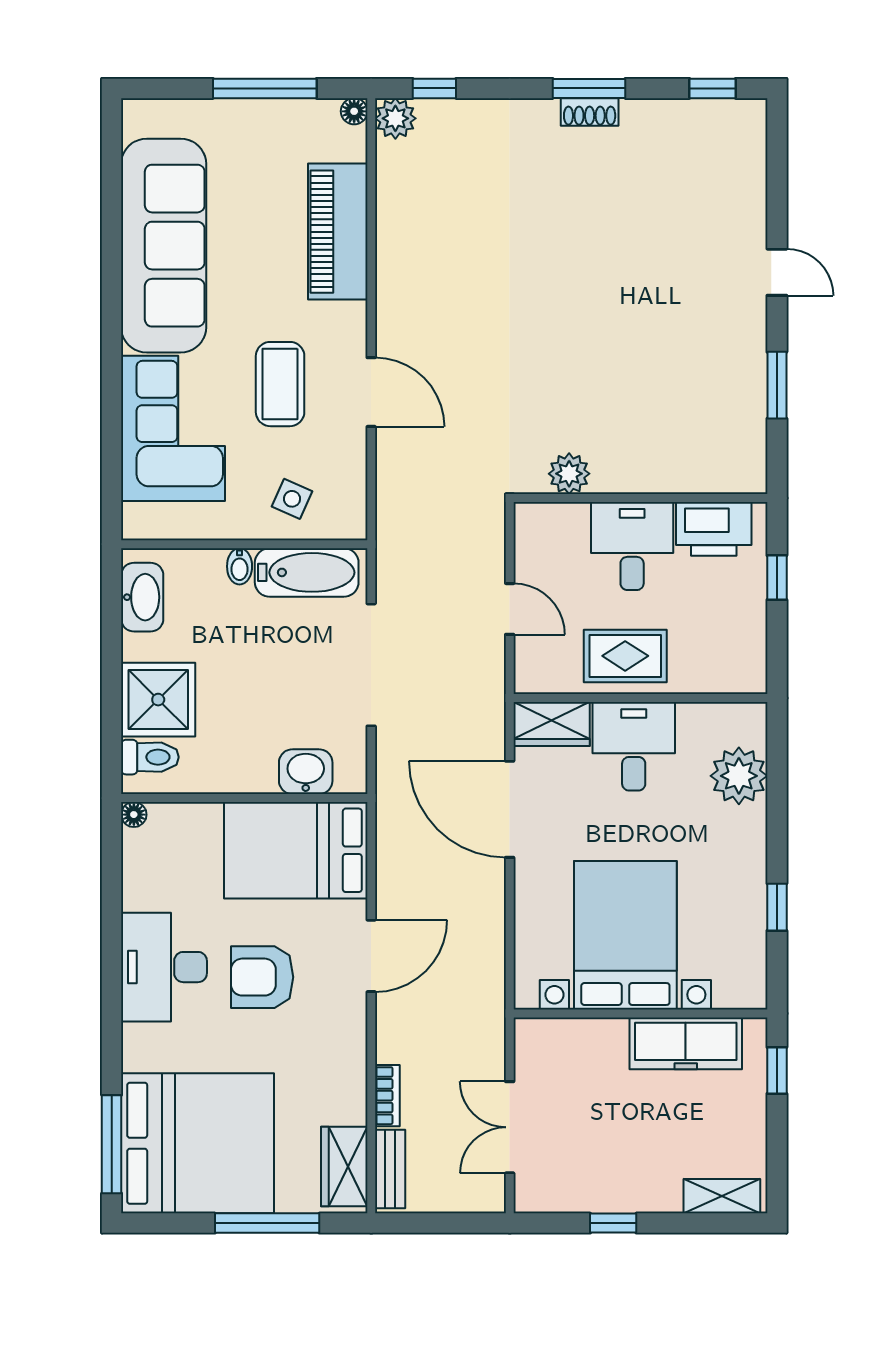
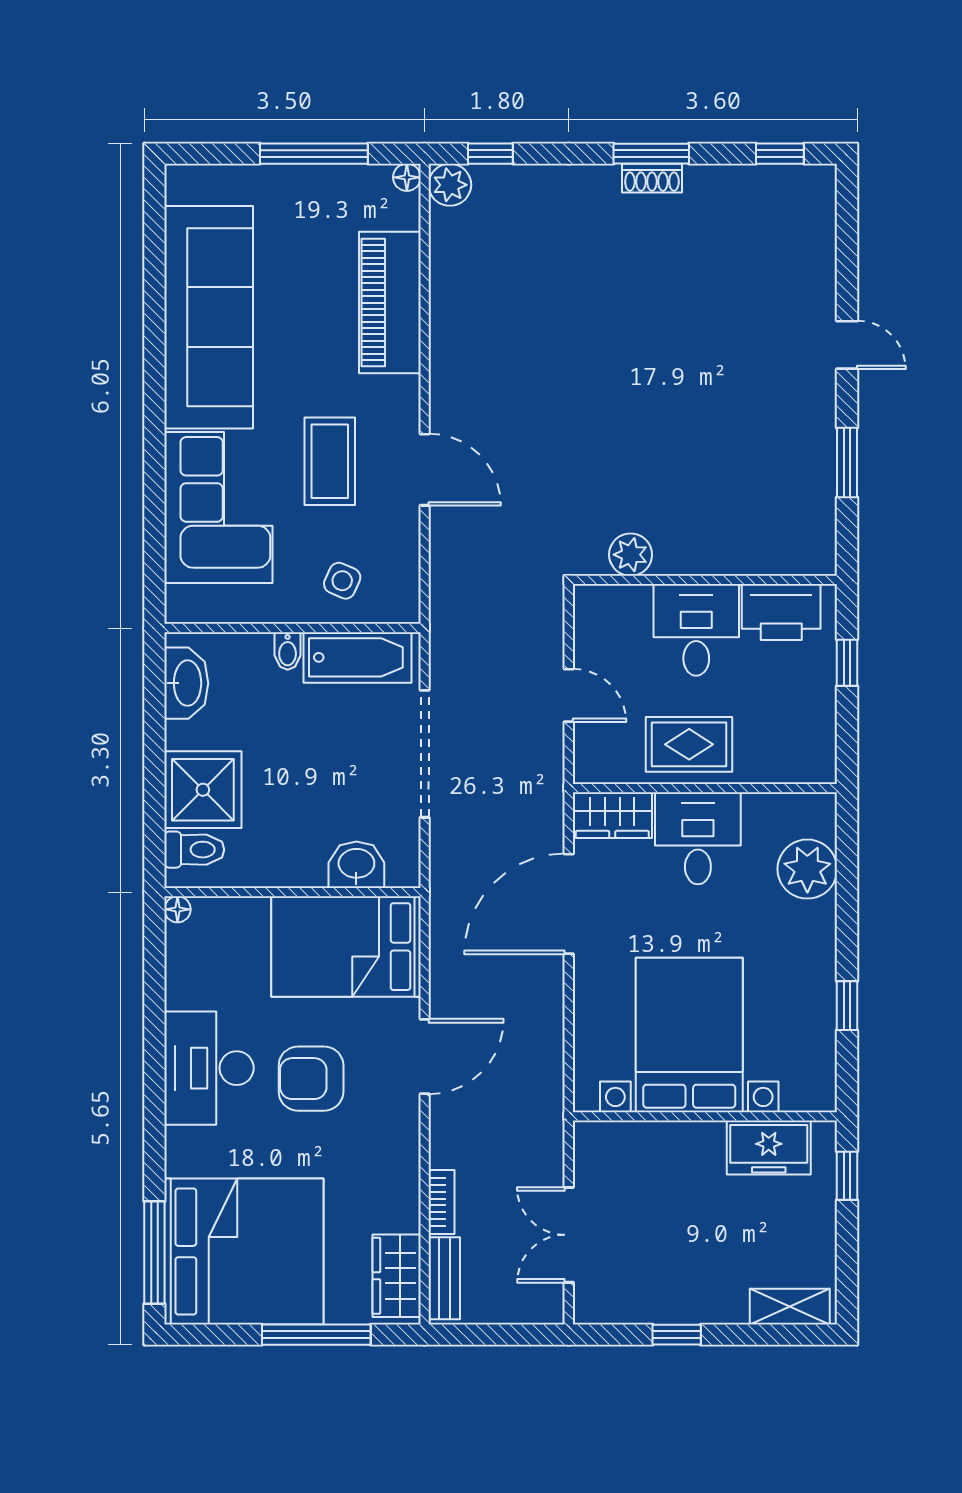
door: (510, 809) -> (569, 904), hinge flipped
freezer: (686, 1043) -> (769, 1148), width x0.71

